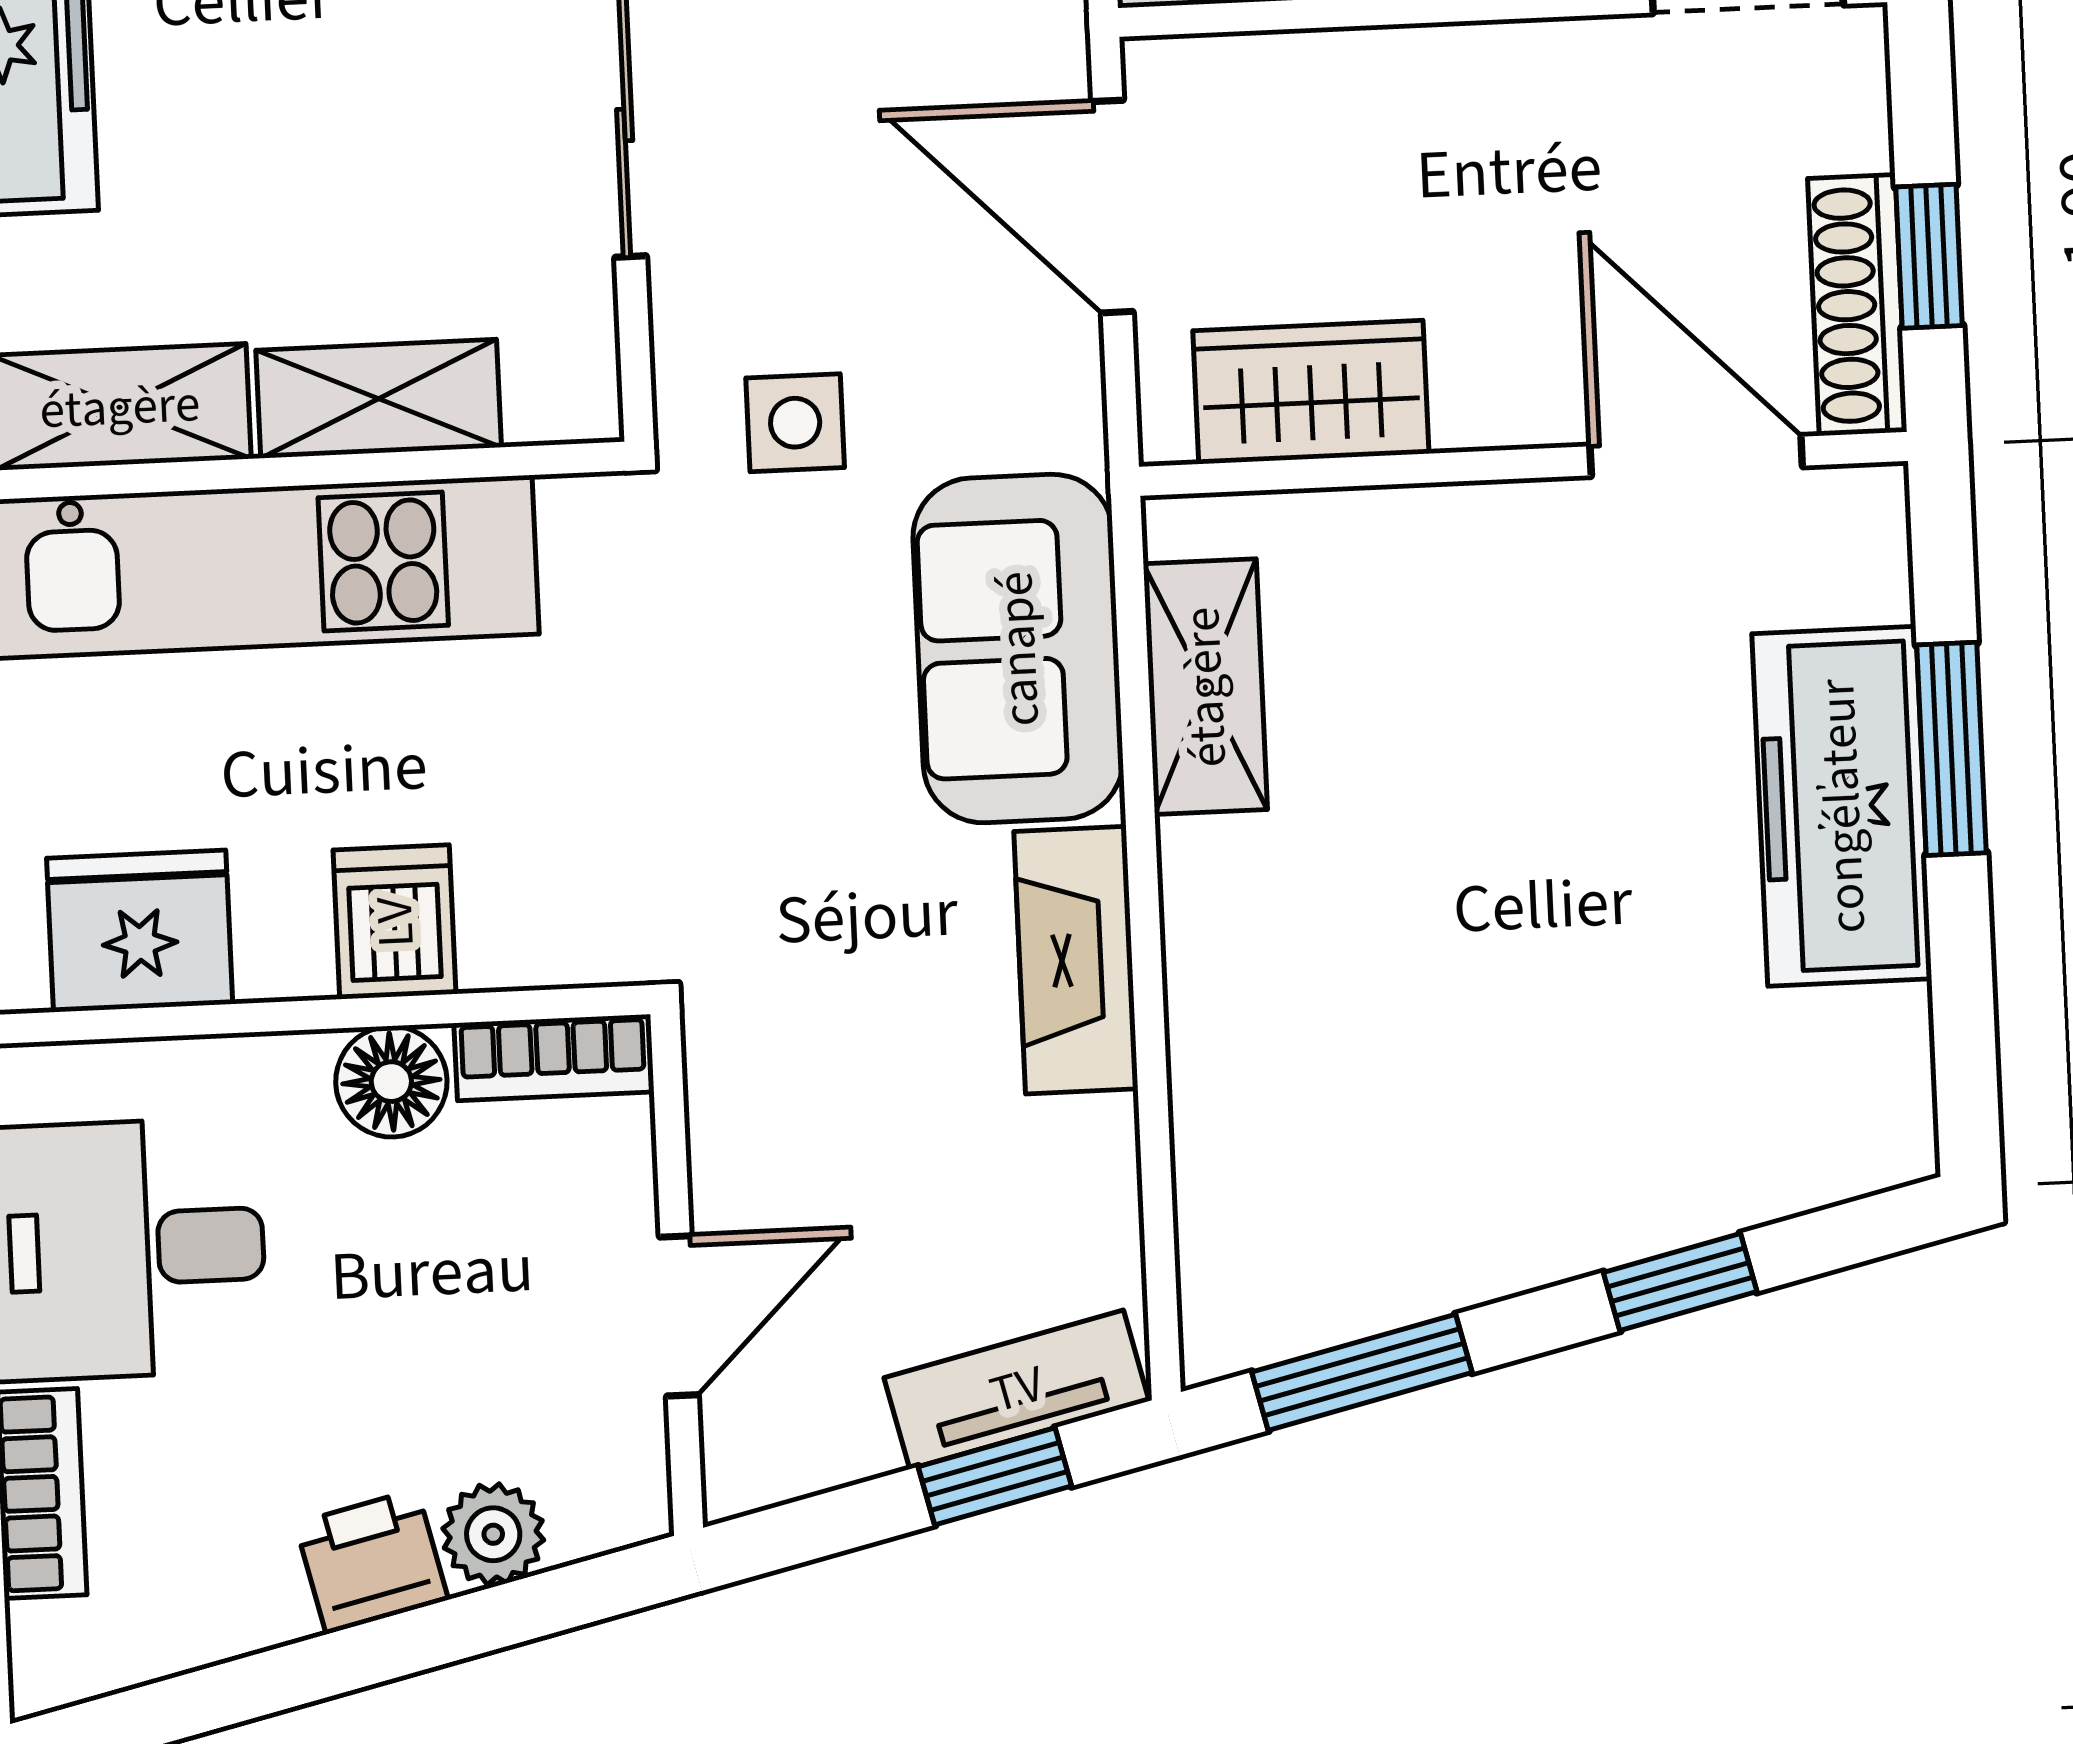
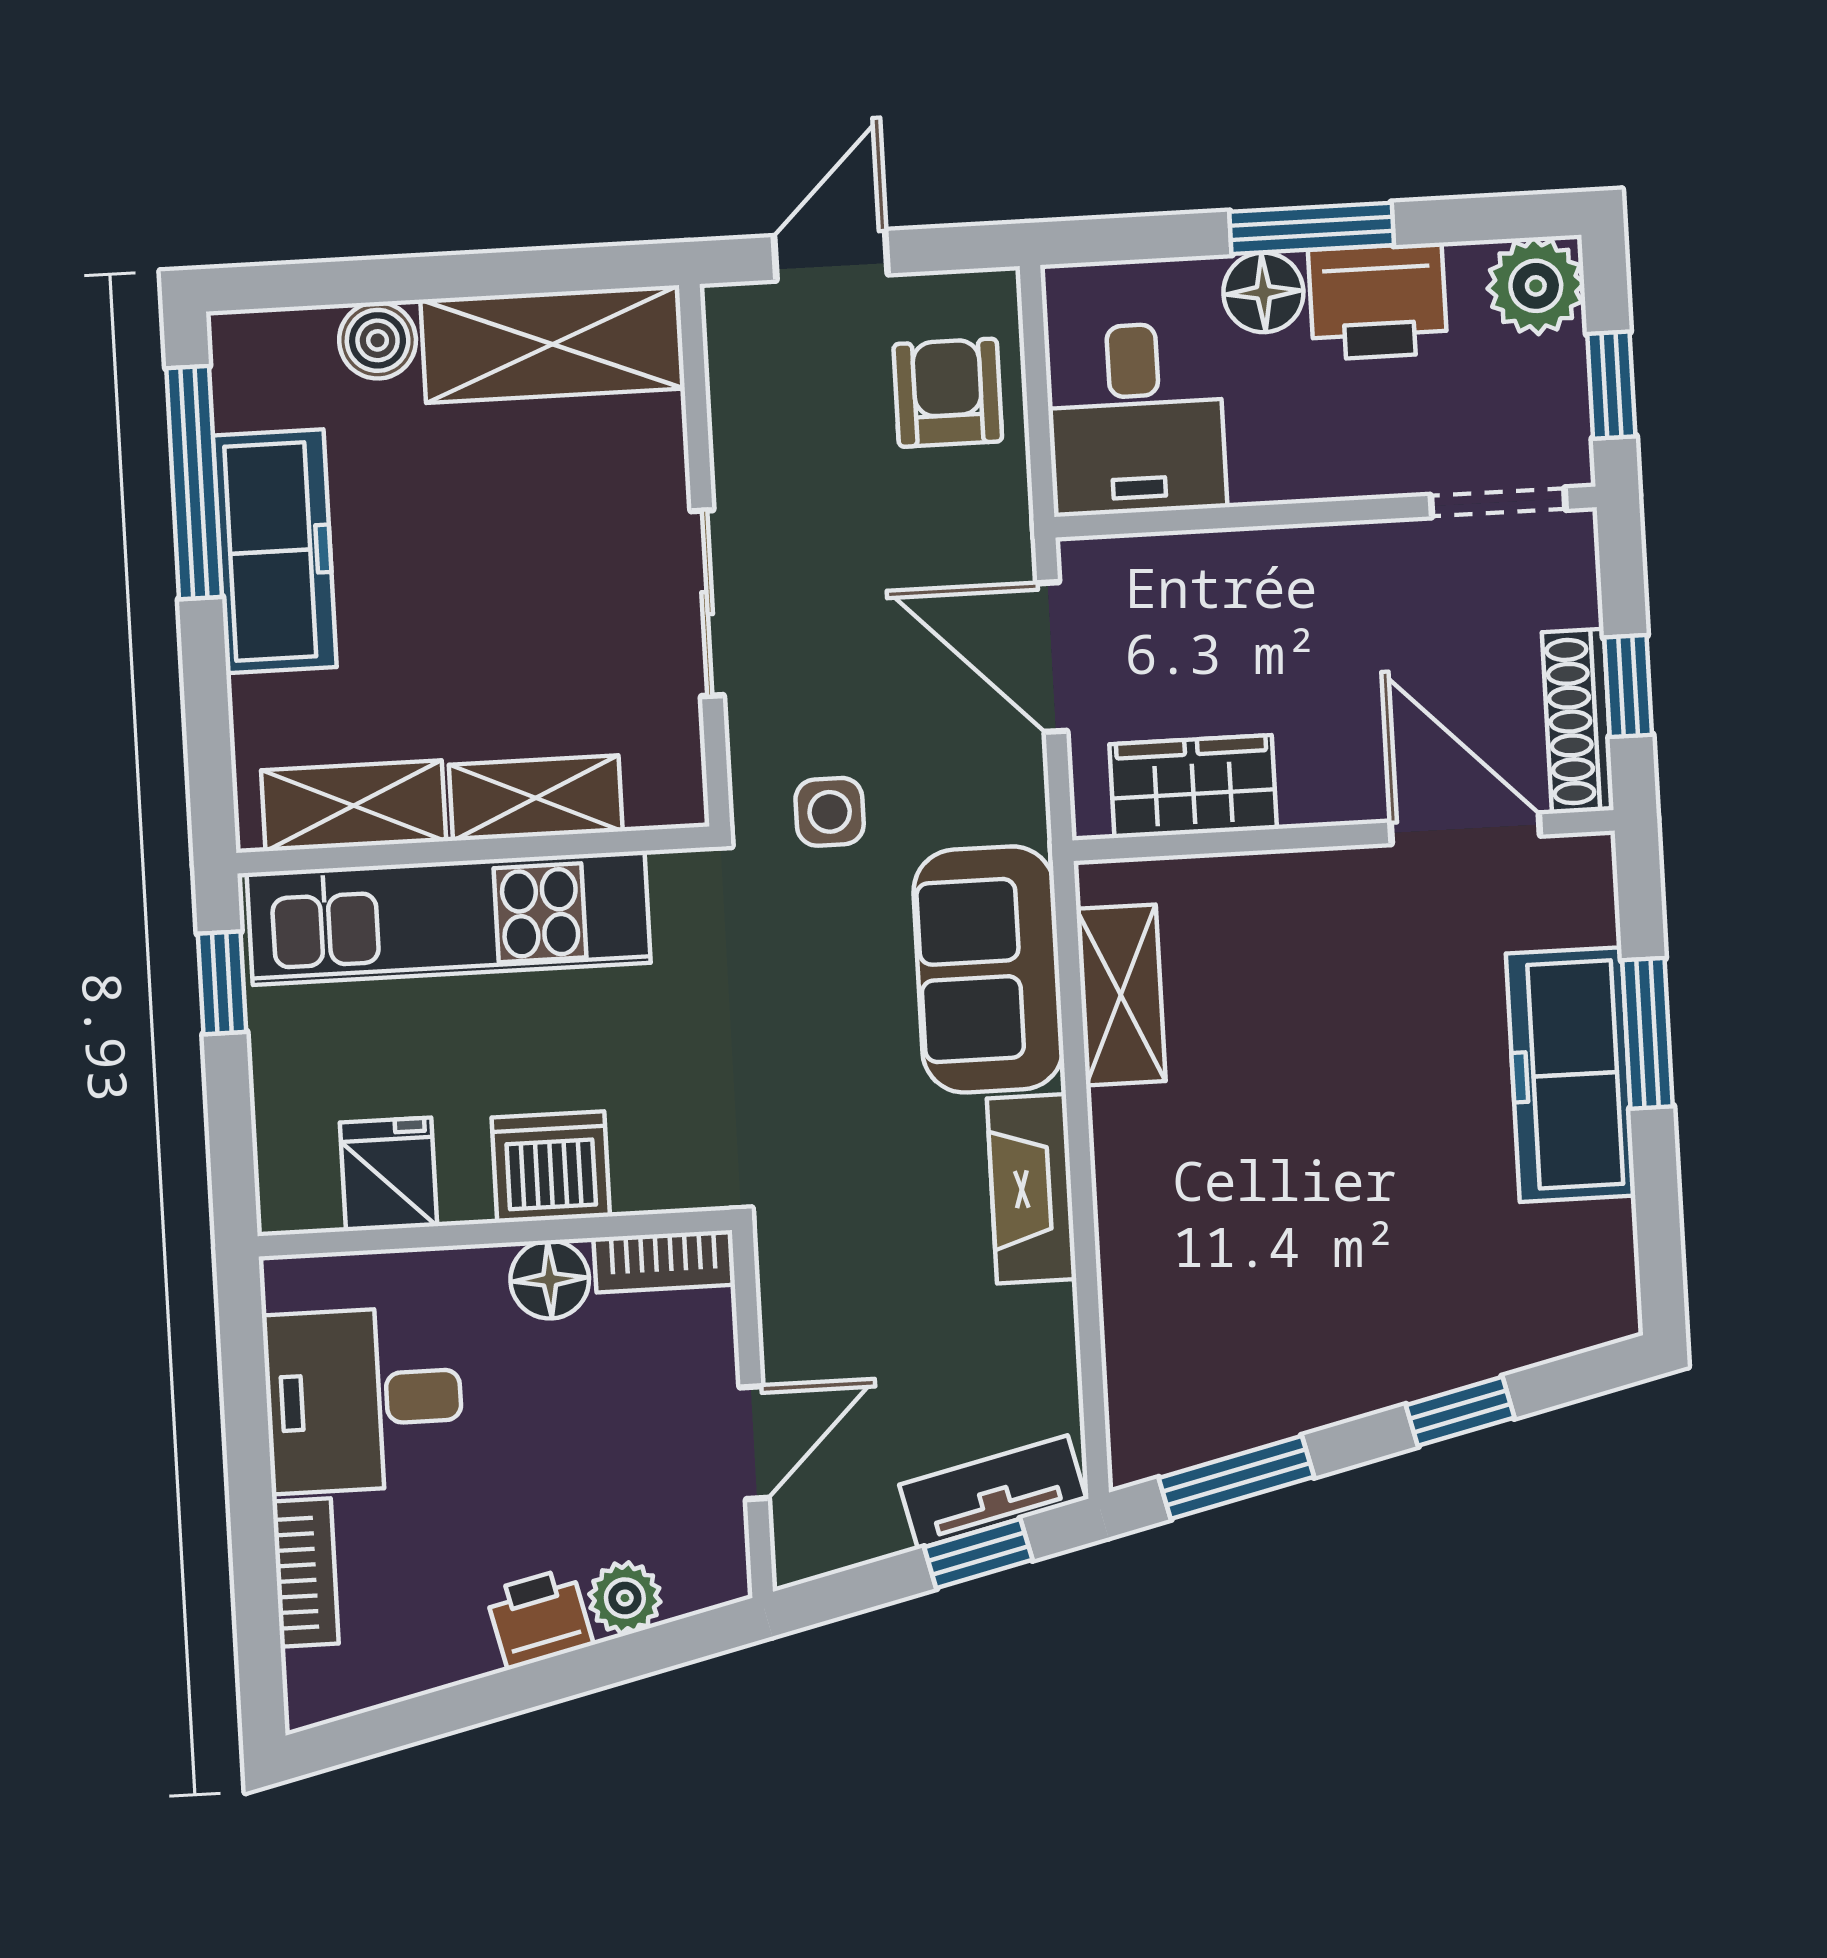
dishwasher: (395, 922) -> (551, 1167), width x1.38
fridge: (140, 931) -> (389, 1174), width x0.72

